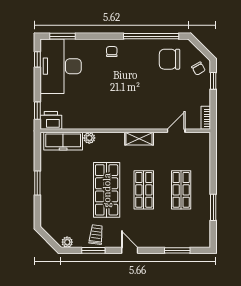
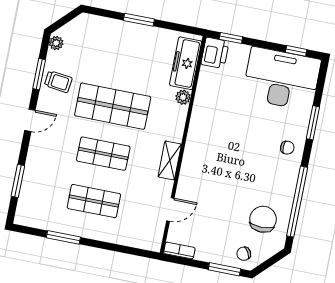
window: (62, 36) -> (313, 123), moved
window: (213, 81) -> (224, 269), width x1.50
door: (176, 131) -> (170, 210), hinge flipped

